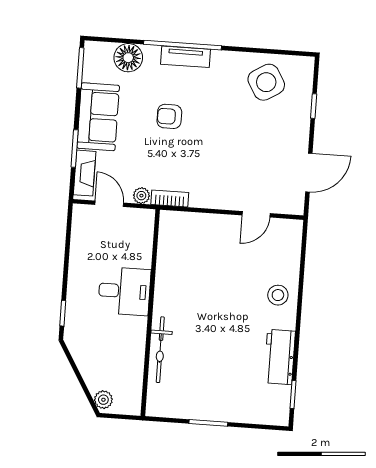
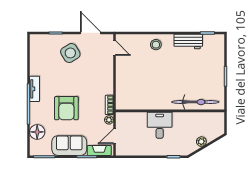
tv unit: (185, 57) -> (35, 89), moved
side table: (266, 82) -> (70, 53), moved
armchair: (169, 116) -> (66, 108), width x1.88, depth x1.88
door: (256, 214) -> (114, 48), moved
bicycle: (160, 350) -> (195, 102), width x1.37, depth x1.40
plant: (103, 400) -> (201, 142), moved

